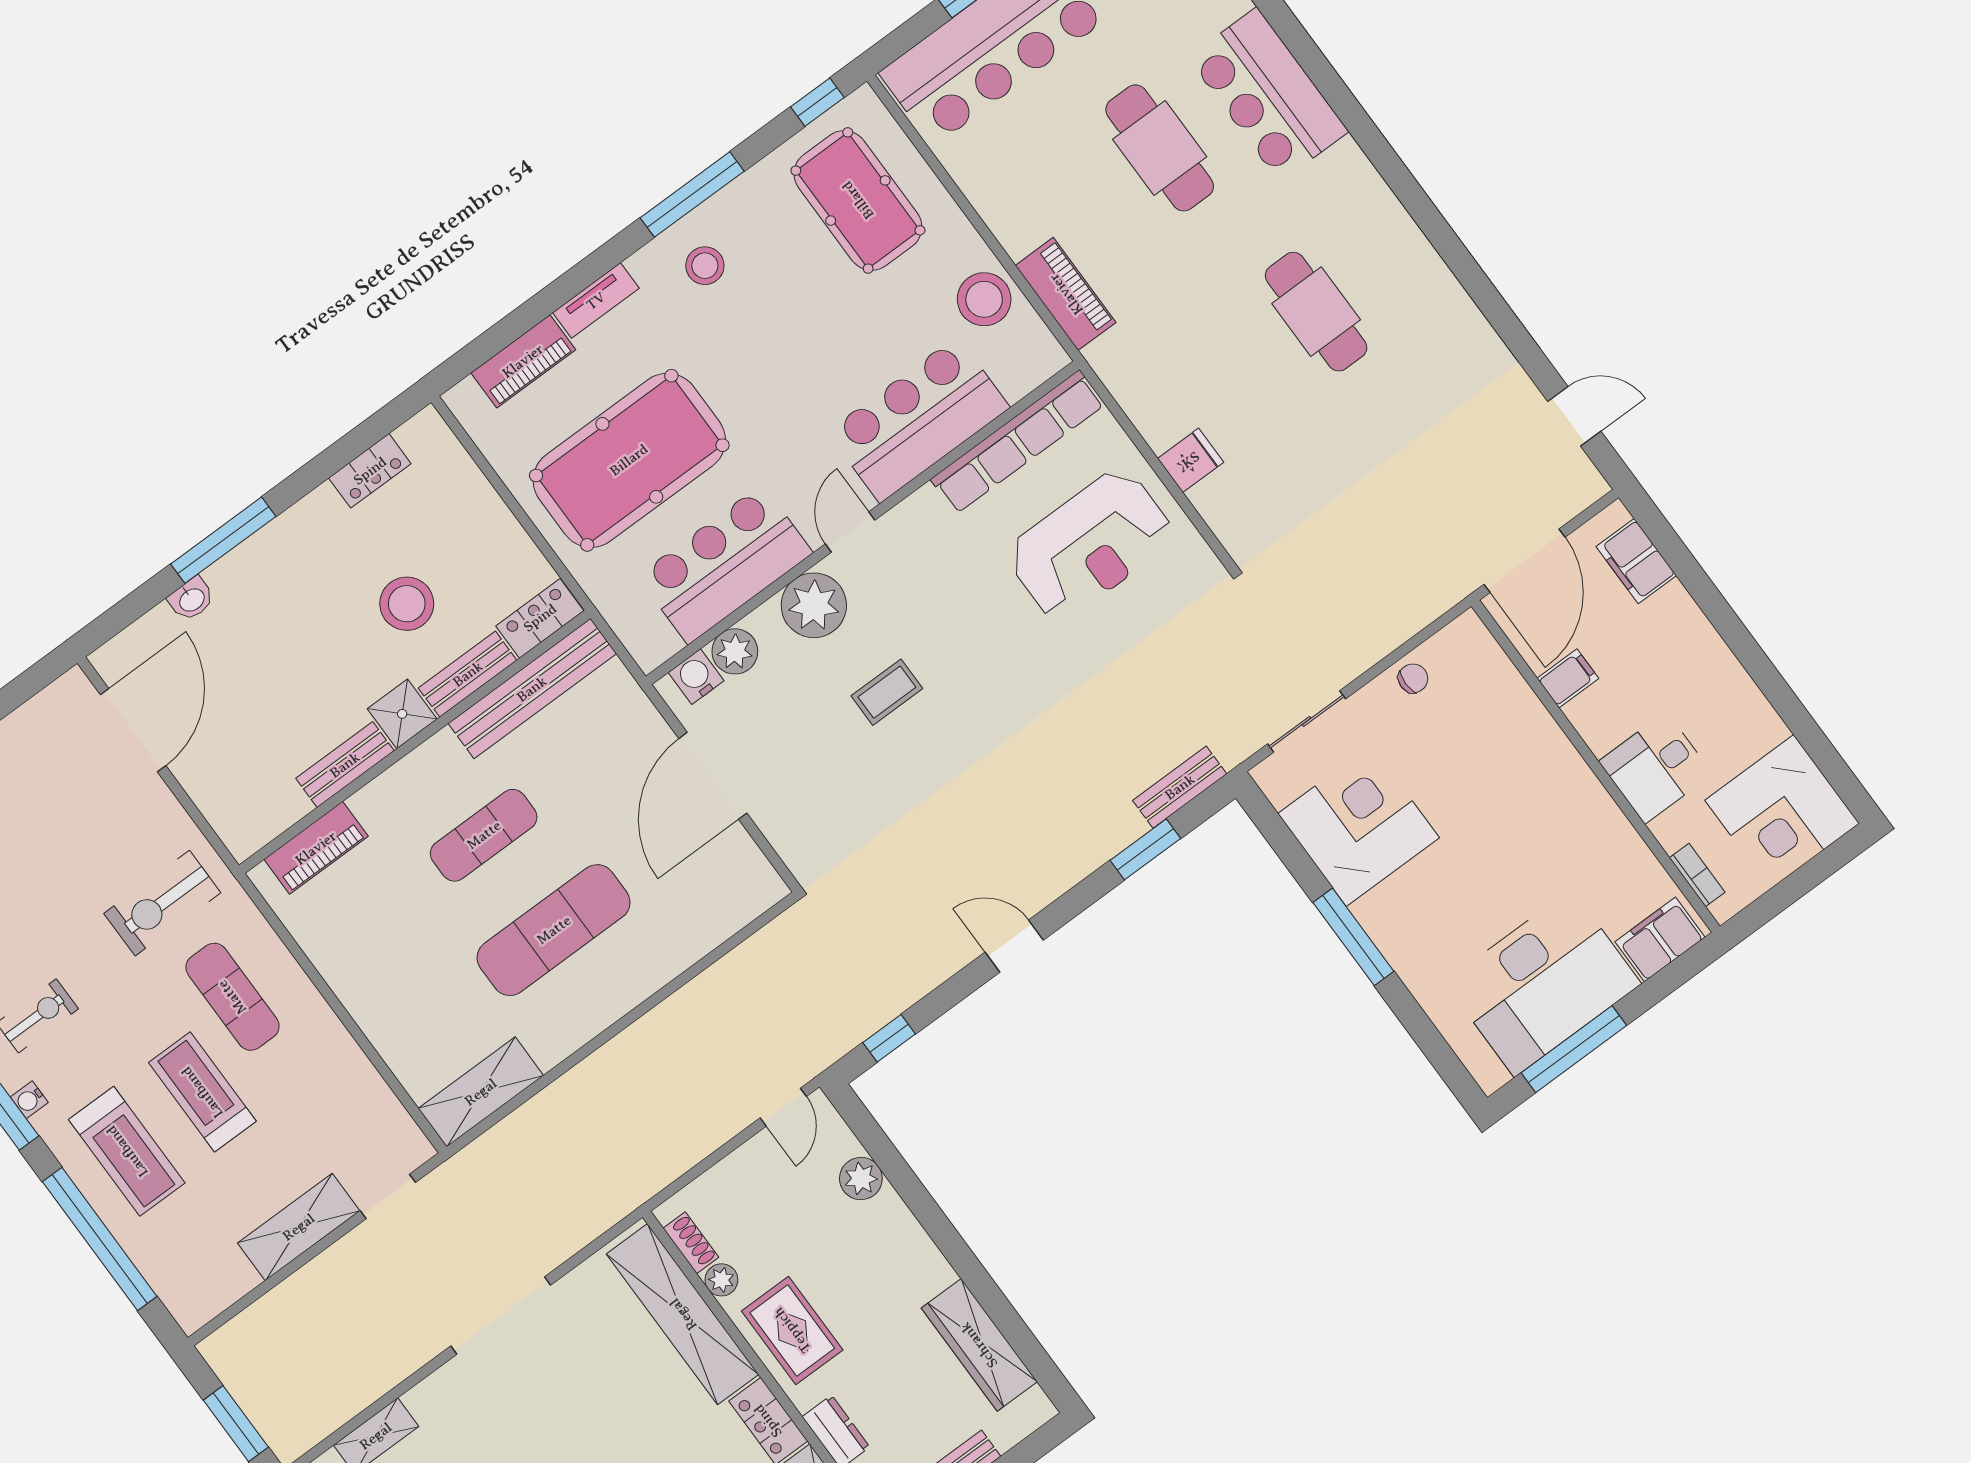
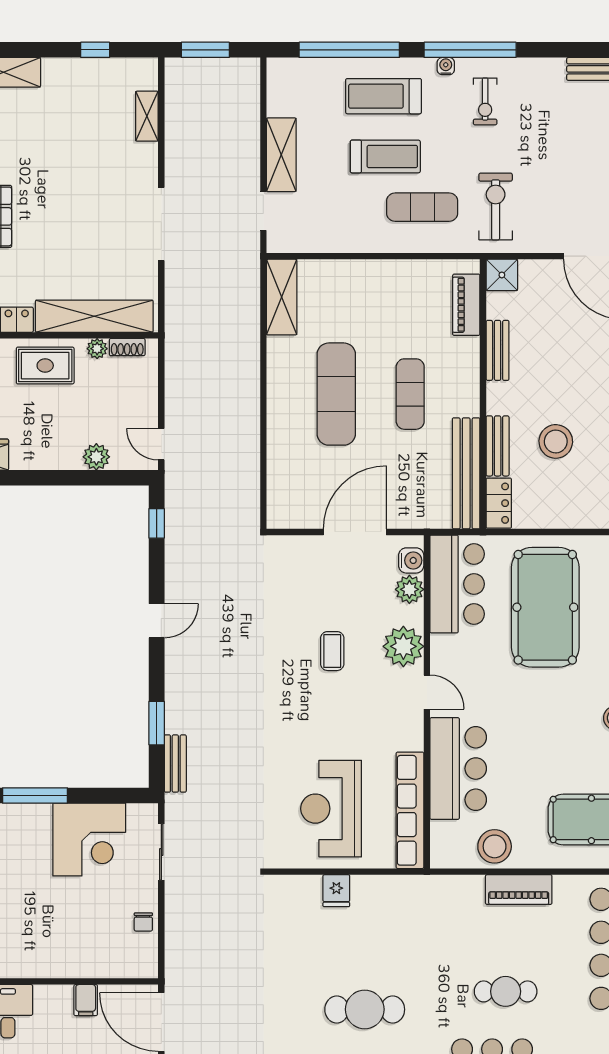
cafe table: (1160, 148) -> (506, 991), width x0.73, depth x0.74
piano: (1066, 294) -> (519, 890), moved
bar counter: (725, 564) -> (457, 584), moved
shower: (402, 714) -> (502, 275), moved
door: (713, 776) -> (355, 532), hinge flipped

